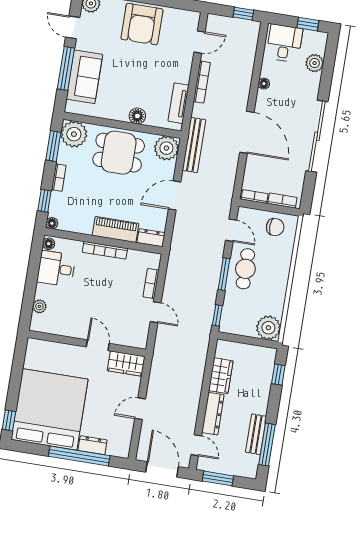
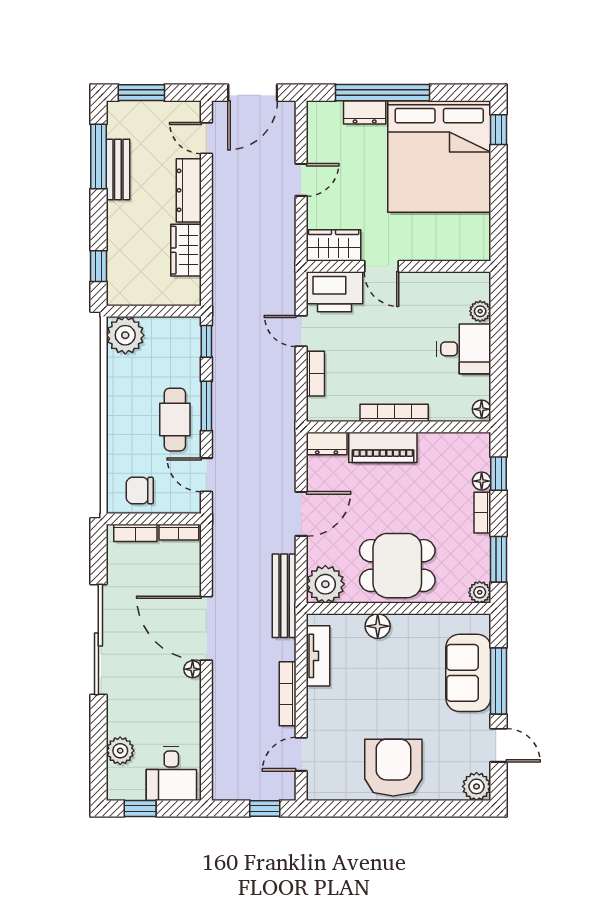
window: (243, 14) -> (265, 808), moved
floor lamp: (264, 84) -> (193, 669), moved
plant: (74, 134) -> (480, 592), width x0.53, depth x0.53
floor lamp: (52, 223) -> (482, 481), moved
desk: (56, 269) -> (464, 349), moved
printer: (130, 334) -> (334, 292), added
door: (162, 469) -> (253, 93), hinge flipped
window: (218, 478) -> (141, 93), moved

